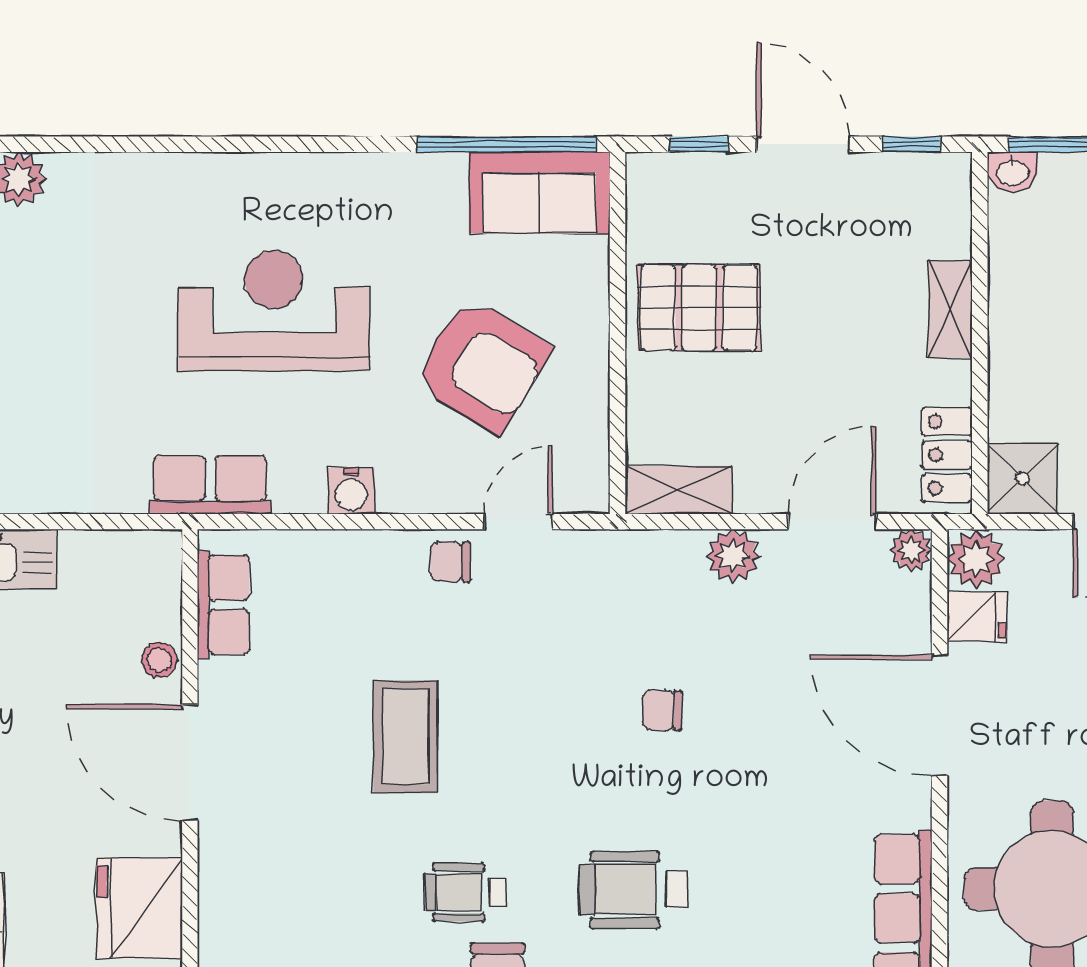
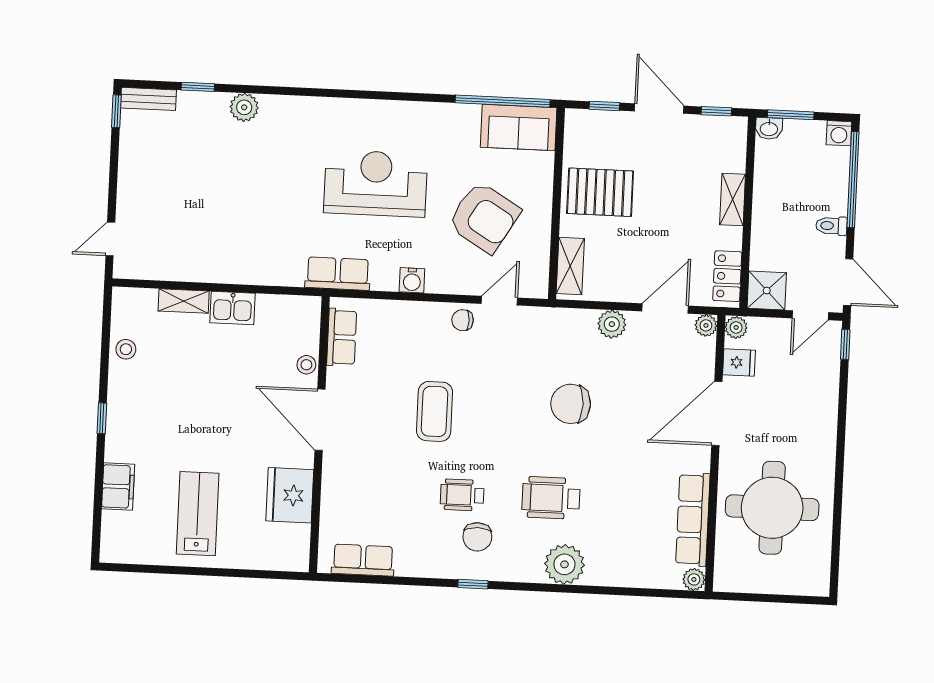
shelving: (679, 490) -> (570, 266), moved, turned 90
plant: (976, 559) -> (736, 327), width x0.73, depth x0.73
chair: (662, 710) -> (571, 404), width x1.87, depth x1.87
door: (939, 715) -> (717, 413), hinge flipped

